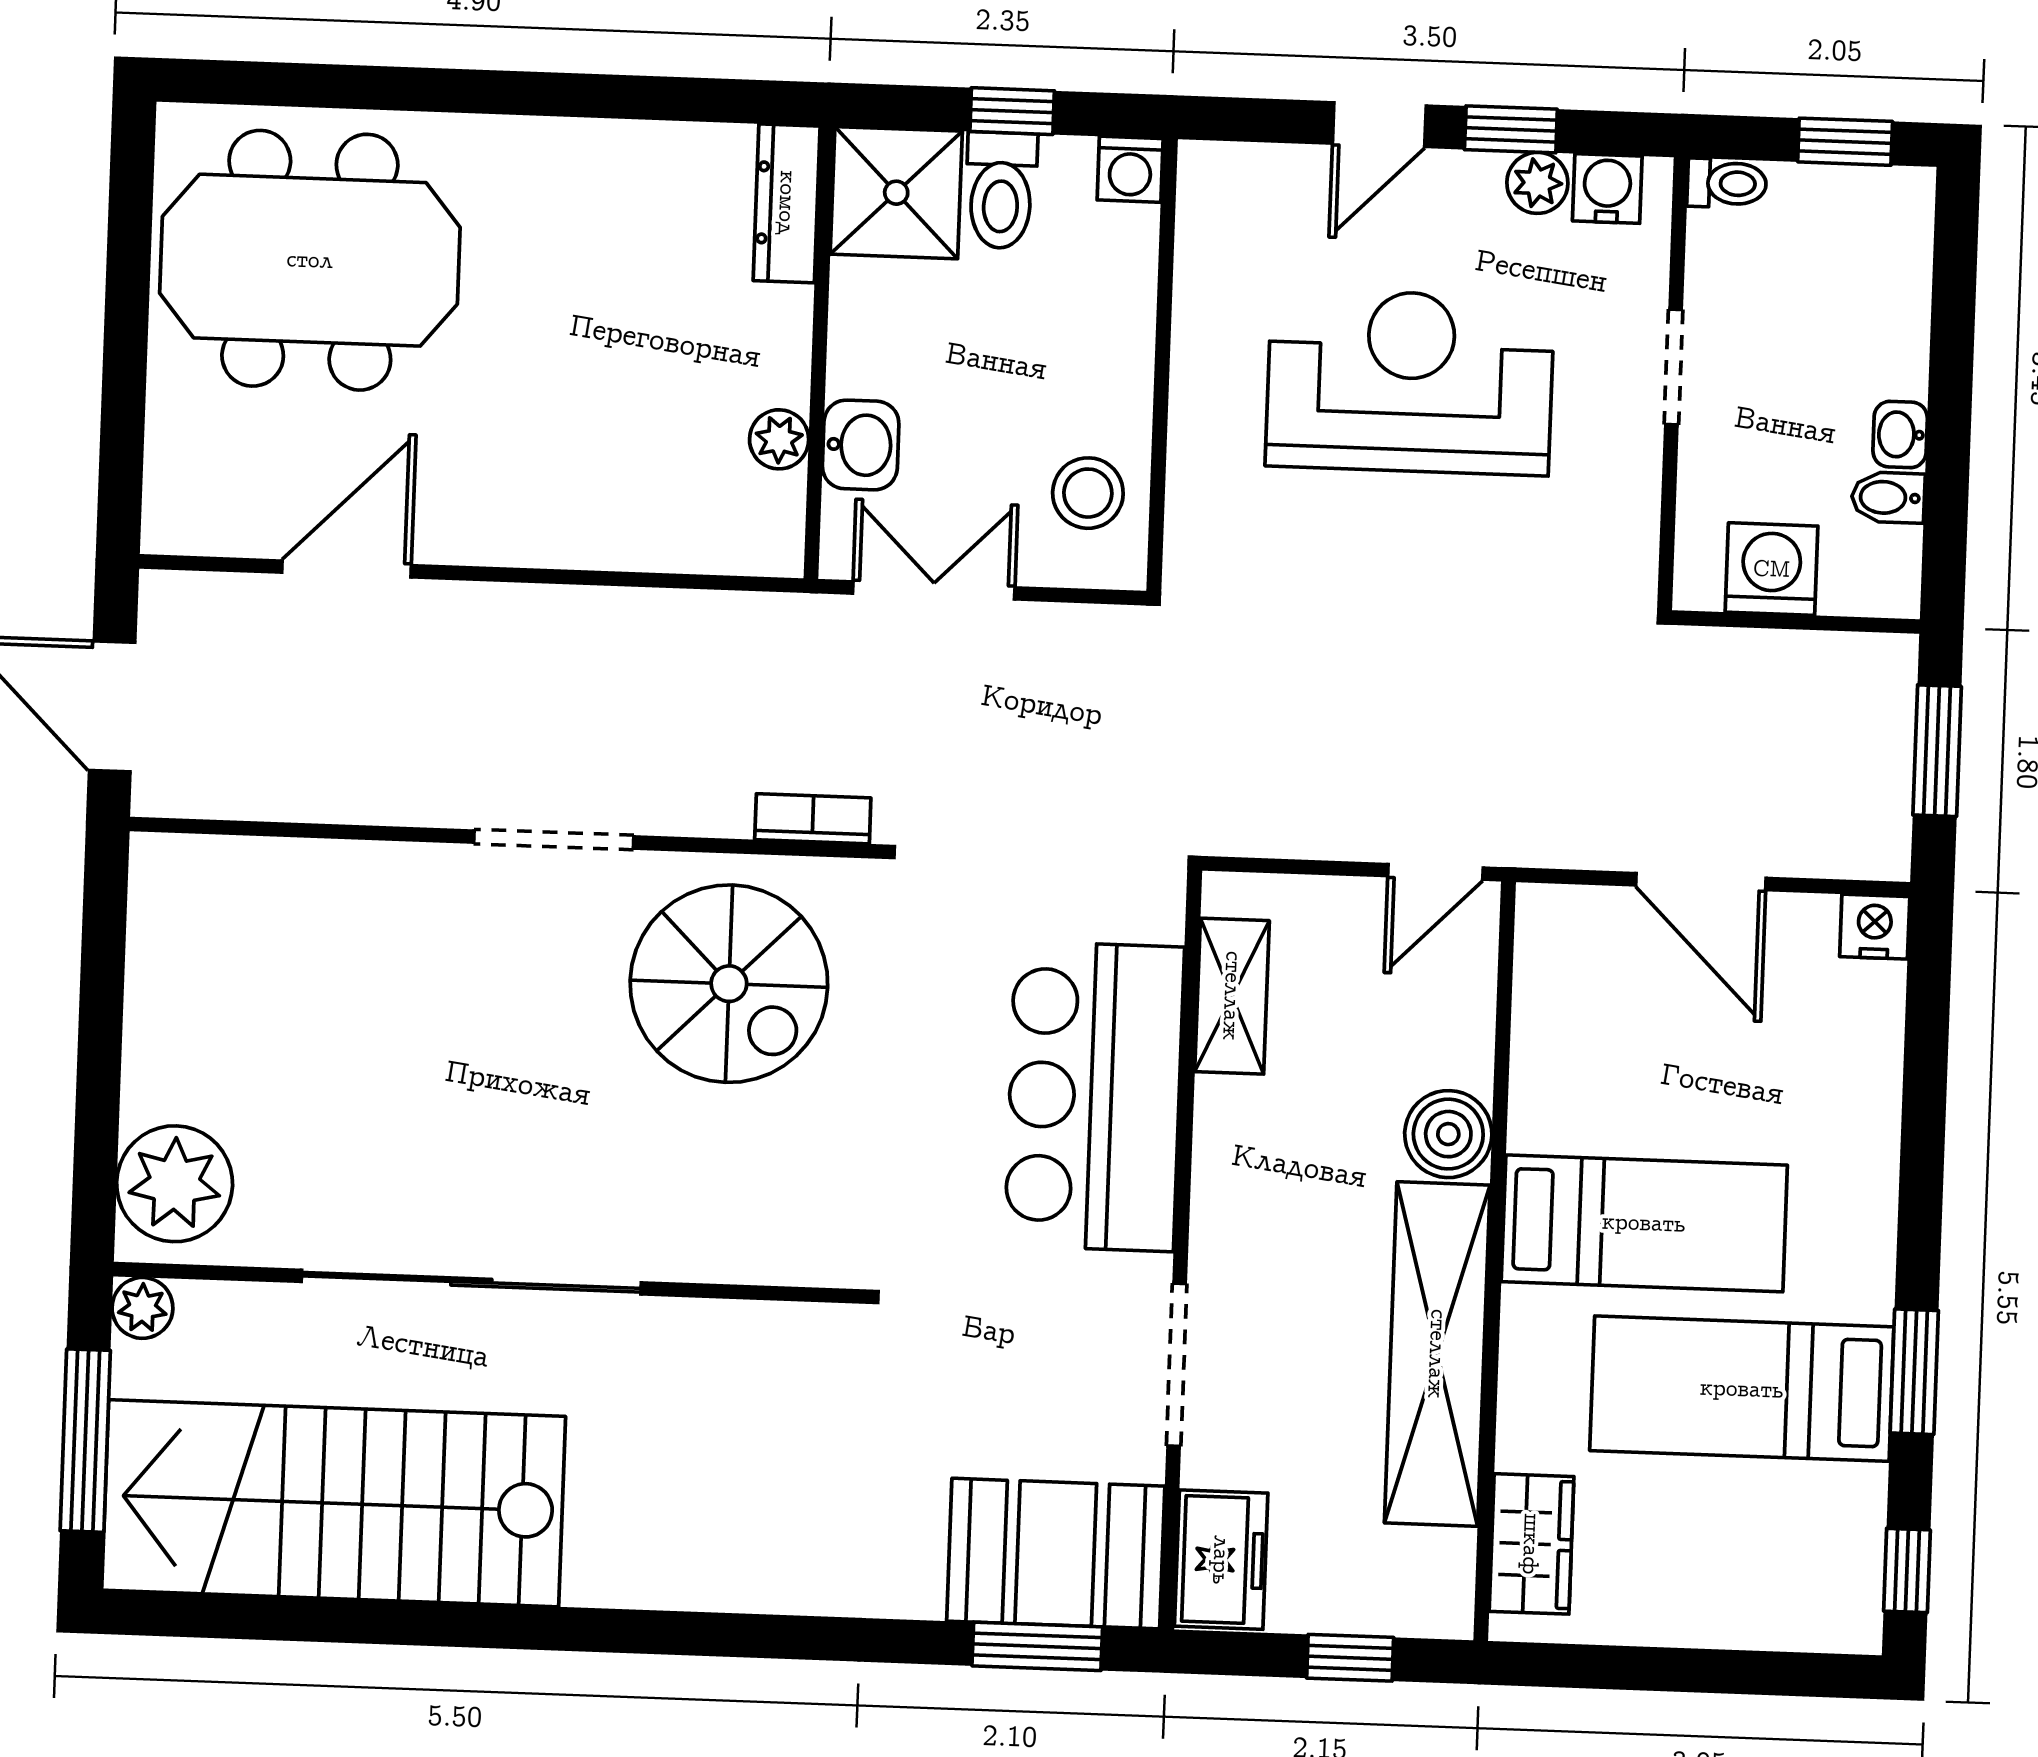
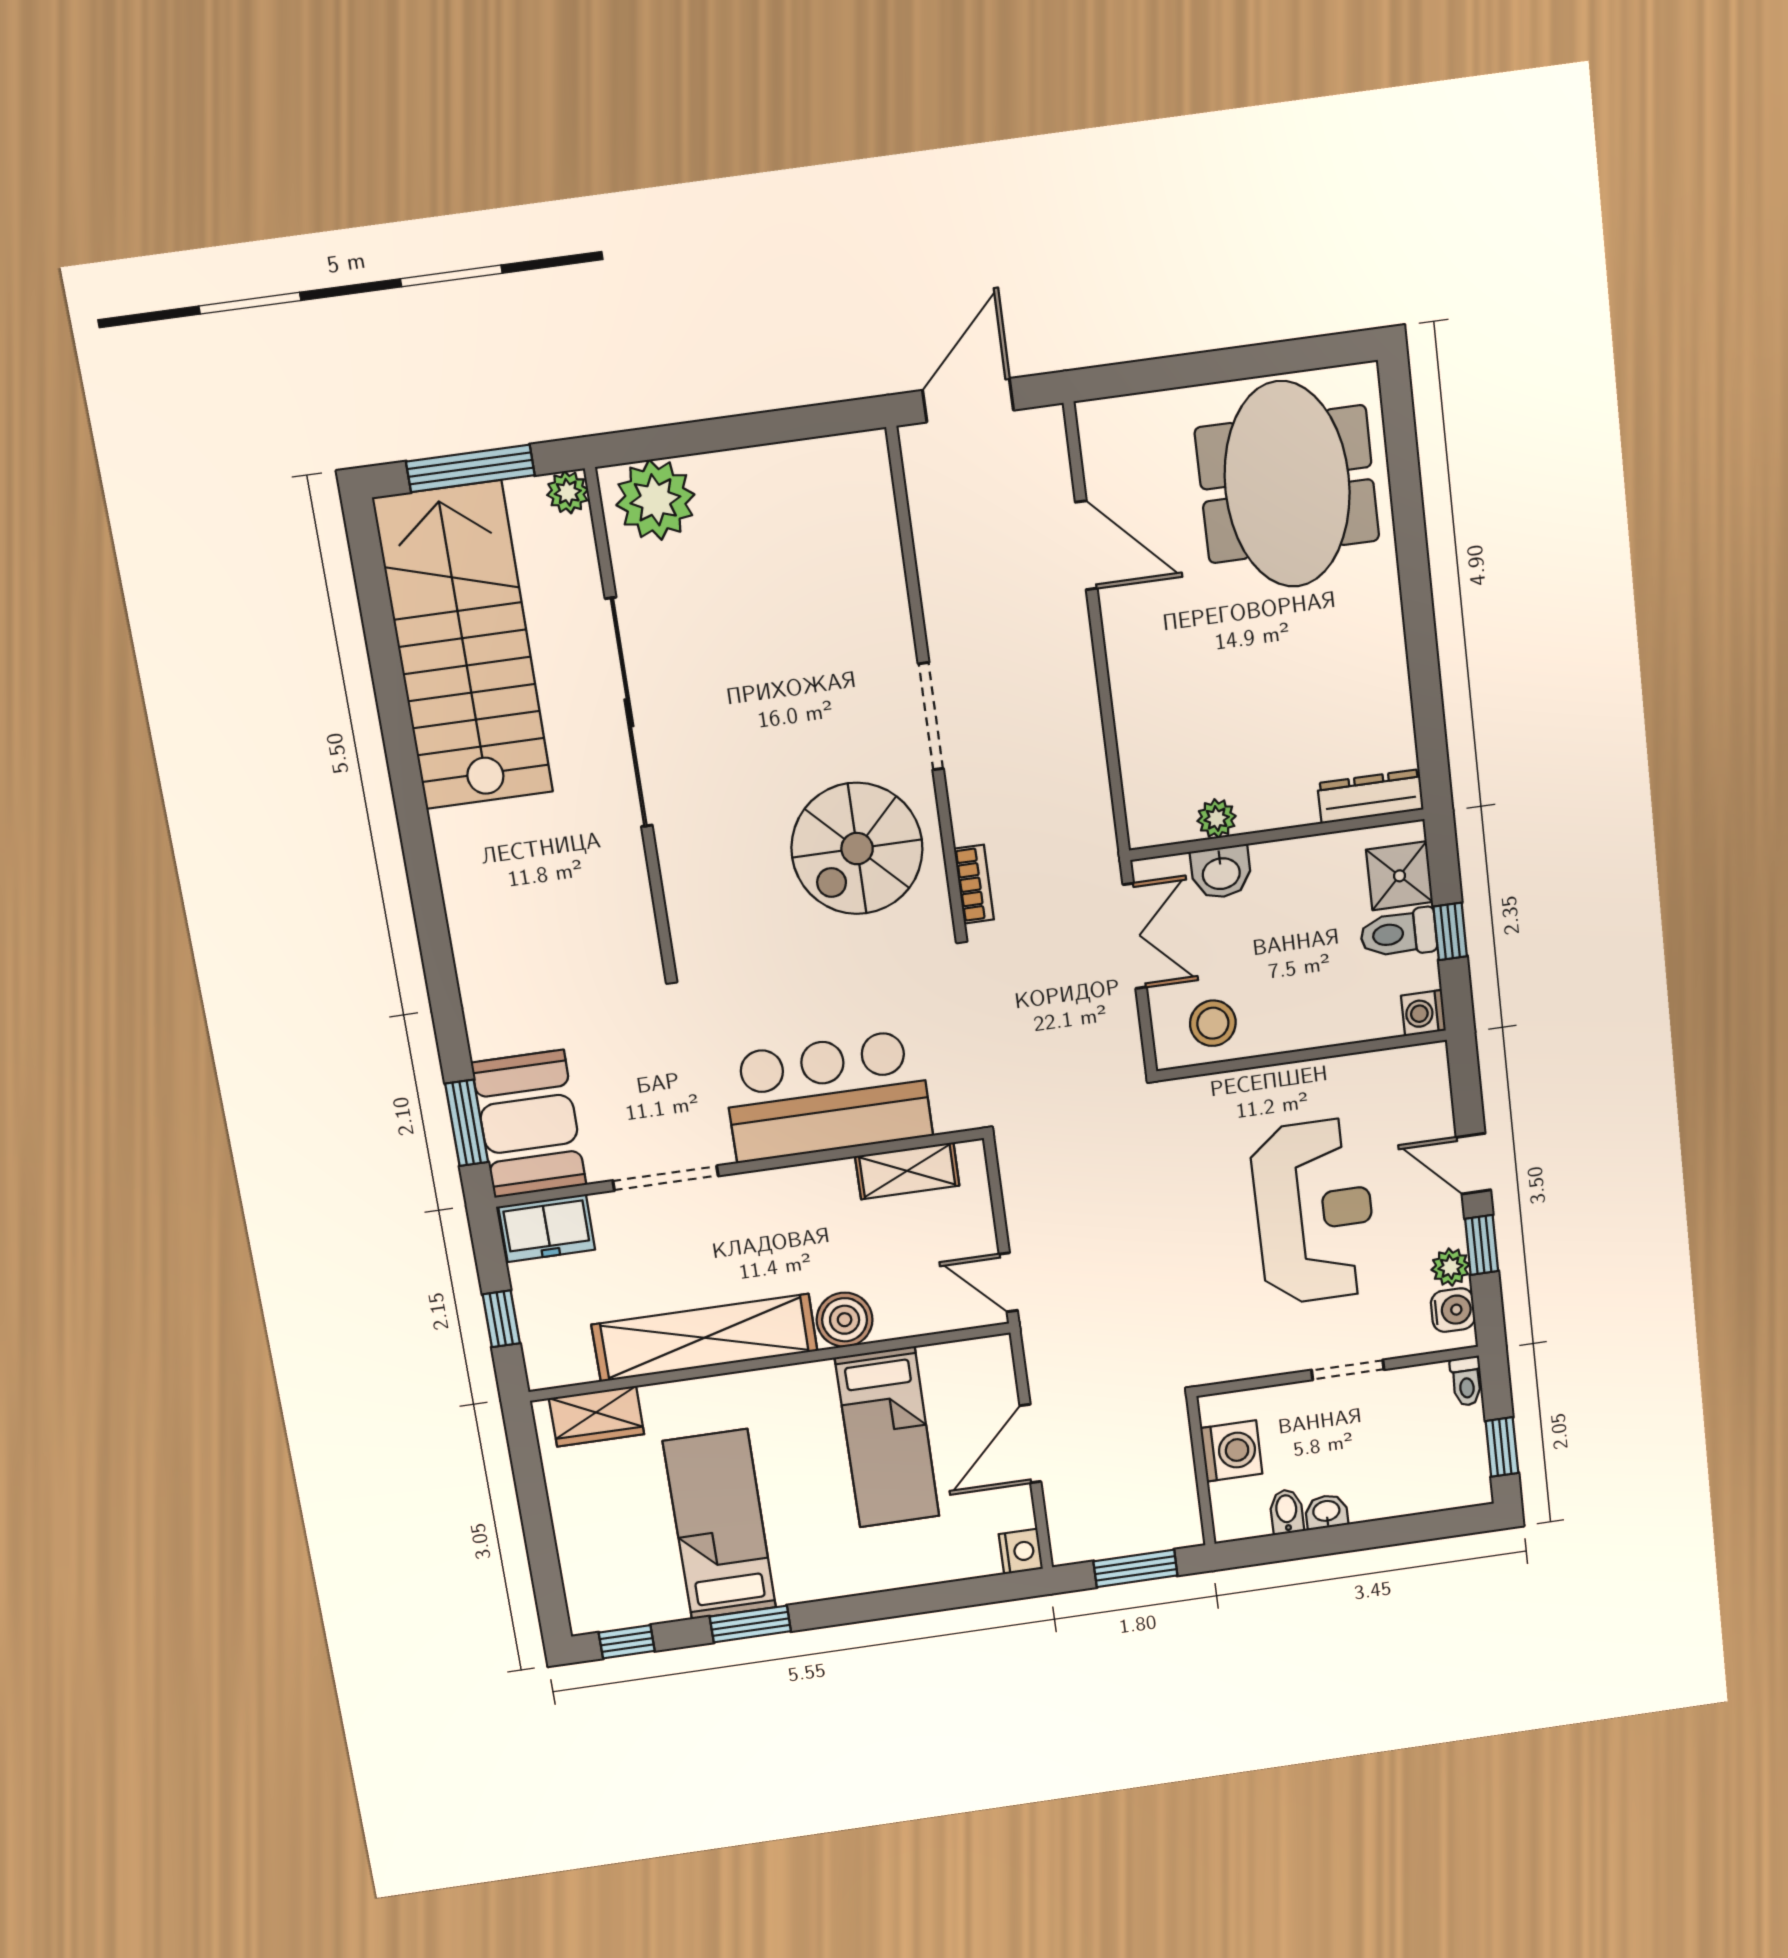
shower: (896, 193) -> (1400, 876), width x0.73, depth x0.73
bed: (1644, 1223) -> (887, 1437), moved

